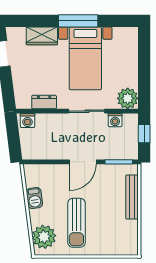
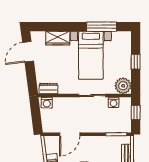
window: (78, 21) -> (102, 27), moved
window: (144, 67) -> (136, 62), added
dresser: (44, 102) -> (48, 89), moved
door: (83, 162) -> (70, 134), moved

